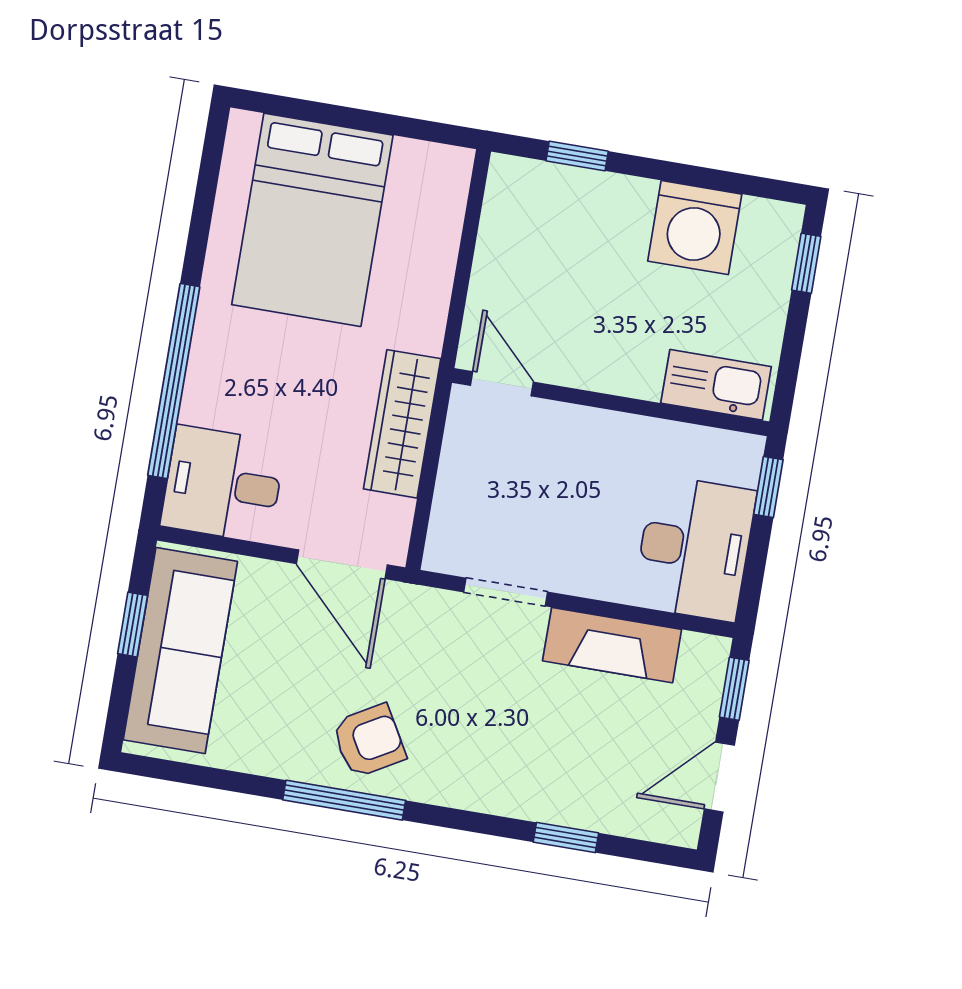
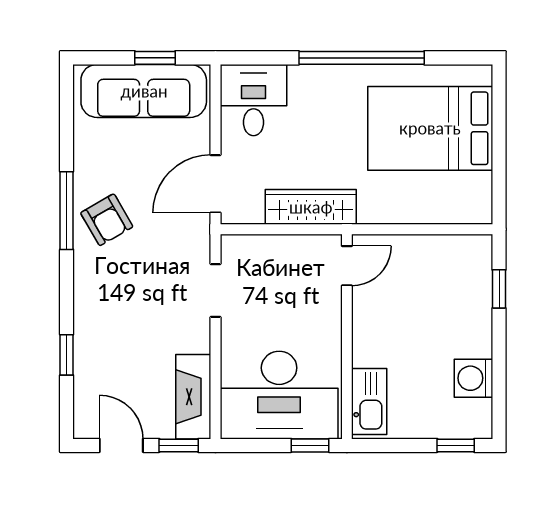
washing machine: (695, 228) -> (473, 378), width x0.73, depth x0.73
window: (174, 381) -> (362, 58), moved
desk: (694, 548) -> (279, 395), width x1.36, depth x1.30
fireplace: (612, 645) -> (193, 397), moved

